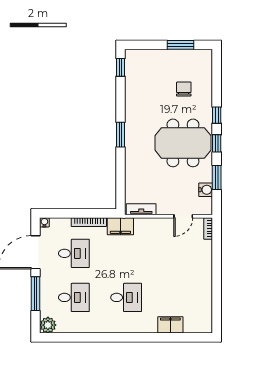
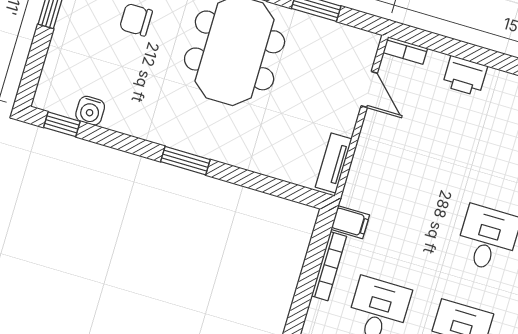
water cooler: (206, 190) -> (90, 111), moved, turned 180
filing cabinet: (120, 226) -> (350, 222), width x0.50
printer: (204, 262) -> (465, 76), added

